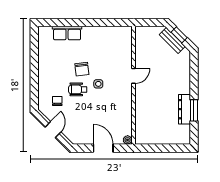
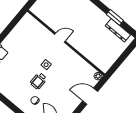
chair: (82, 69) -> (28, 67), removed
door: (133, 76) -> (60, 38), hinge flipped
dresser: (184, 109) -> (118, 30), moved

